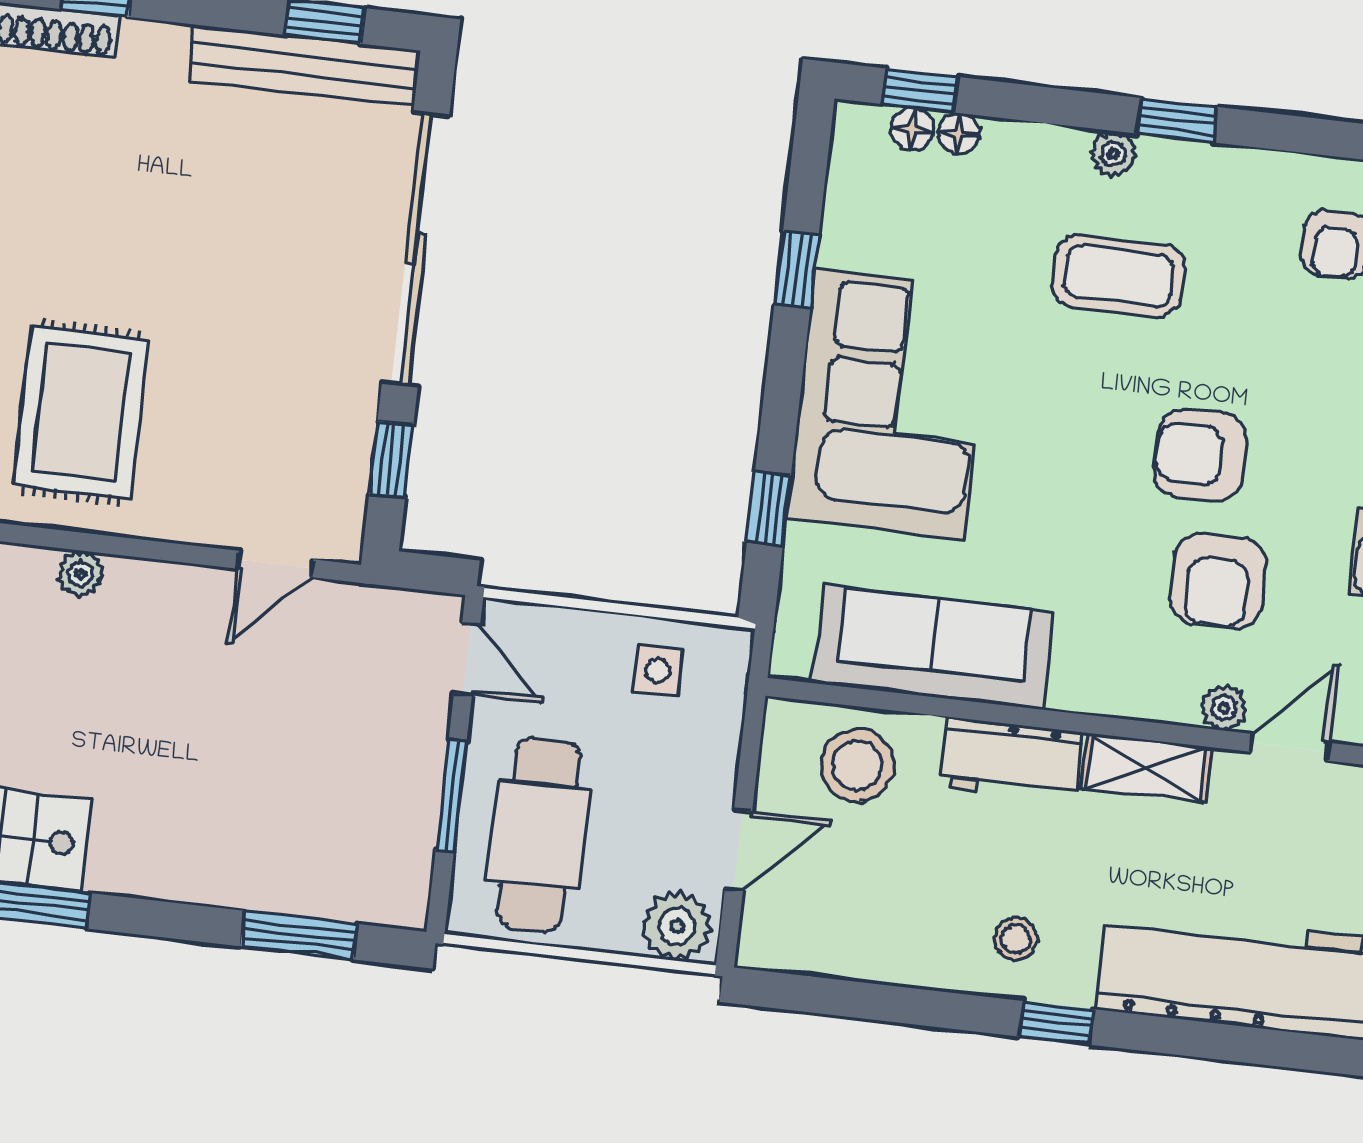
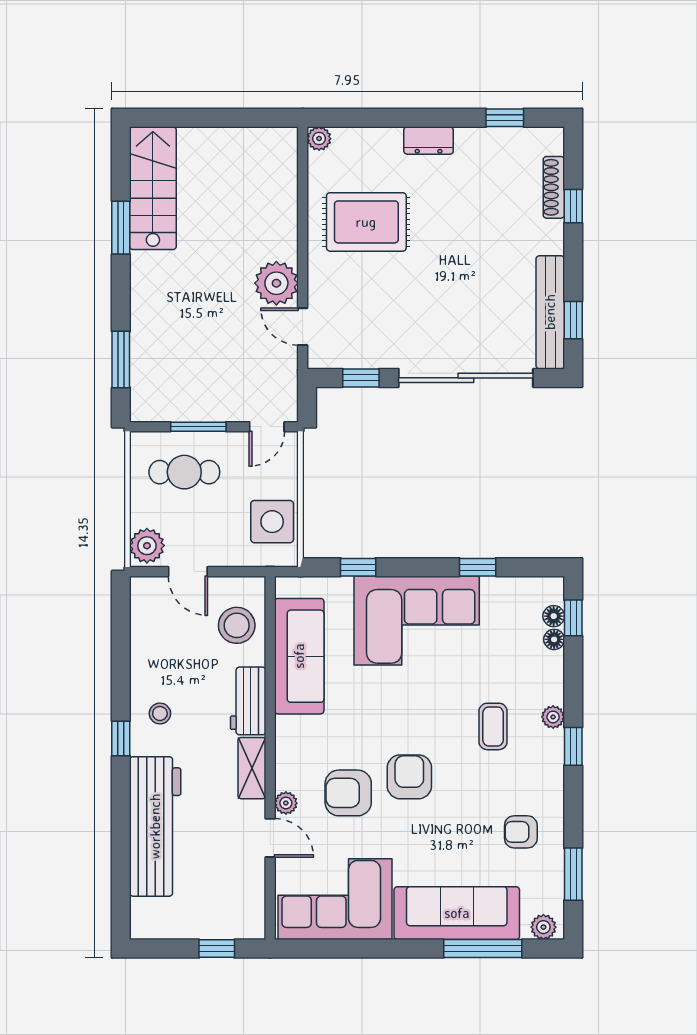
coffee table: (1119, 276) -> (493, 726), width x0.73, depth x0.77
plant: (81, 574) -> (276, 283), moved, width x1.88, depth x1.88
side table: (658, 670) -> (272, 522), width x1.87, depth x1.87
cafe table: (539, 834) -> (184, 472), width x0.73, depth x0.74

